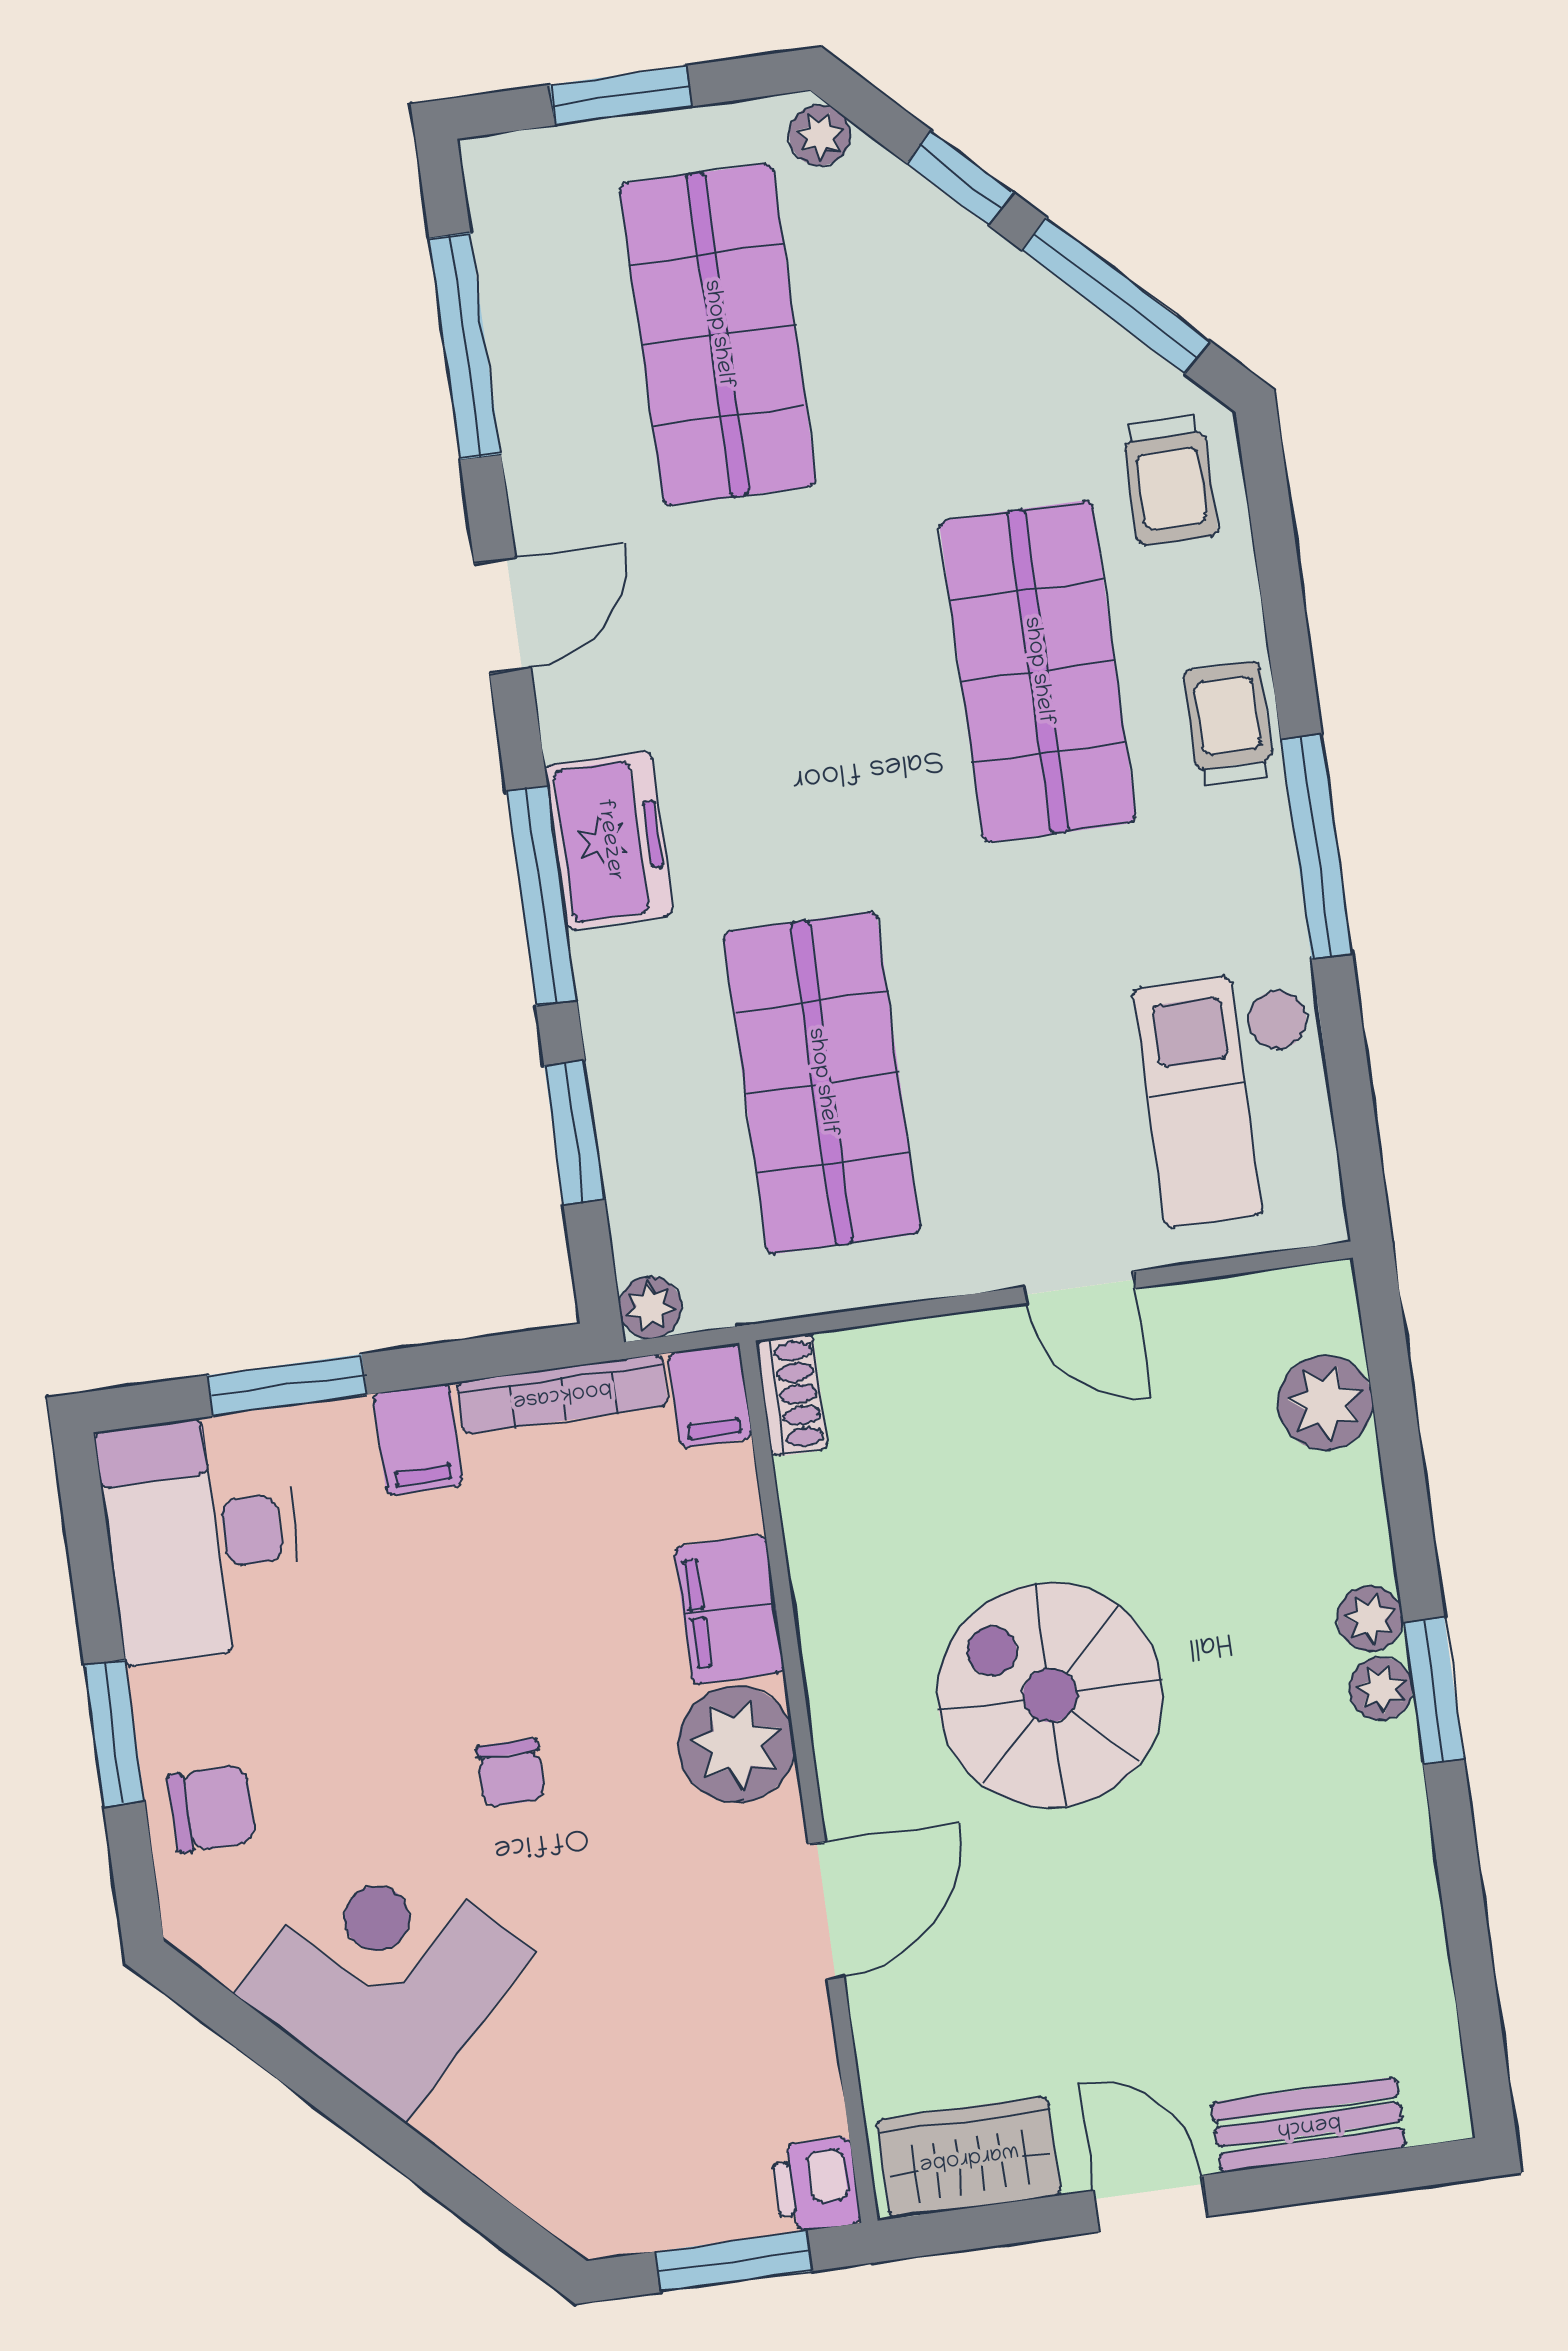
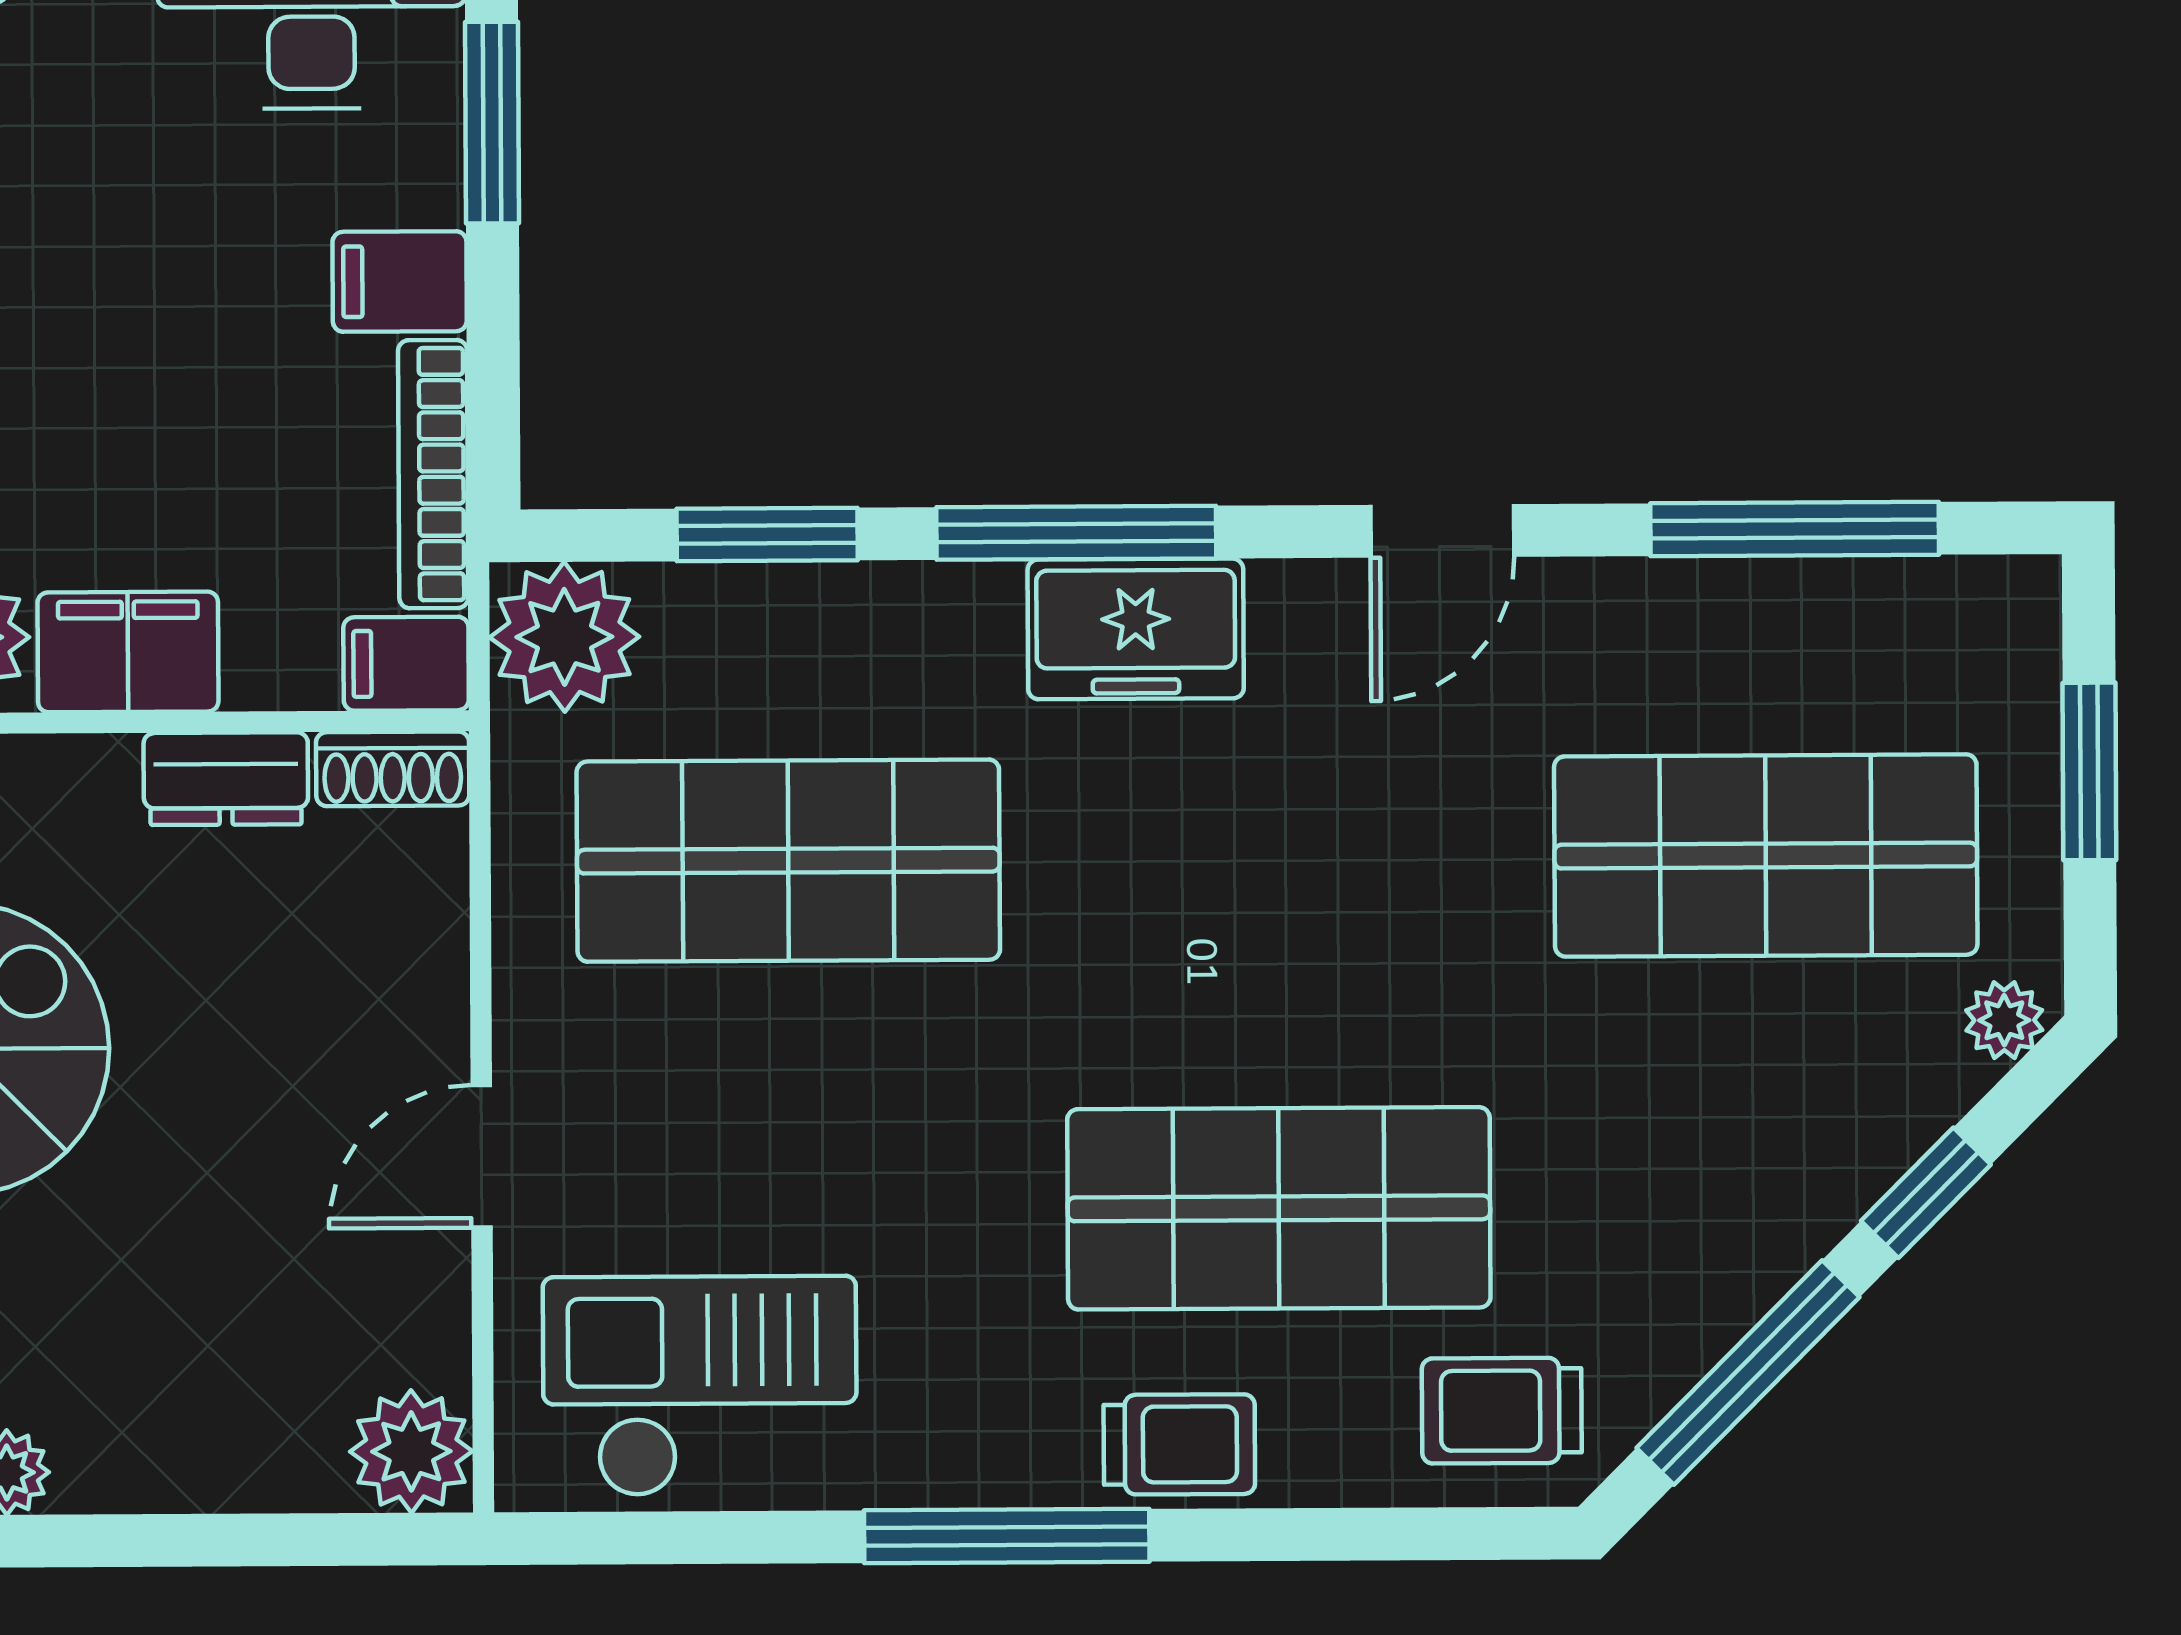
door: (503, 616) -> (1442, 531), hinge flipped
plant: (650, 1307) -> (564, 637), width x1.88, depth x1.88
plant: (1325, 1403) -> (411, 1451), moved
dresser: (817, 1522) -> (226, 779), added

